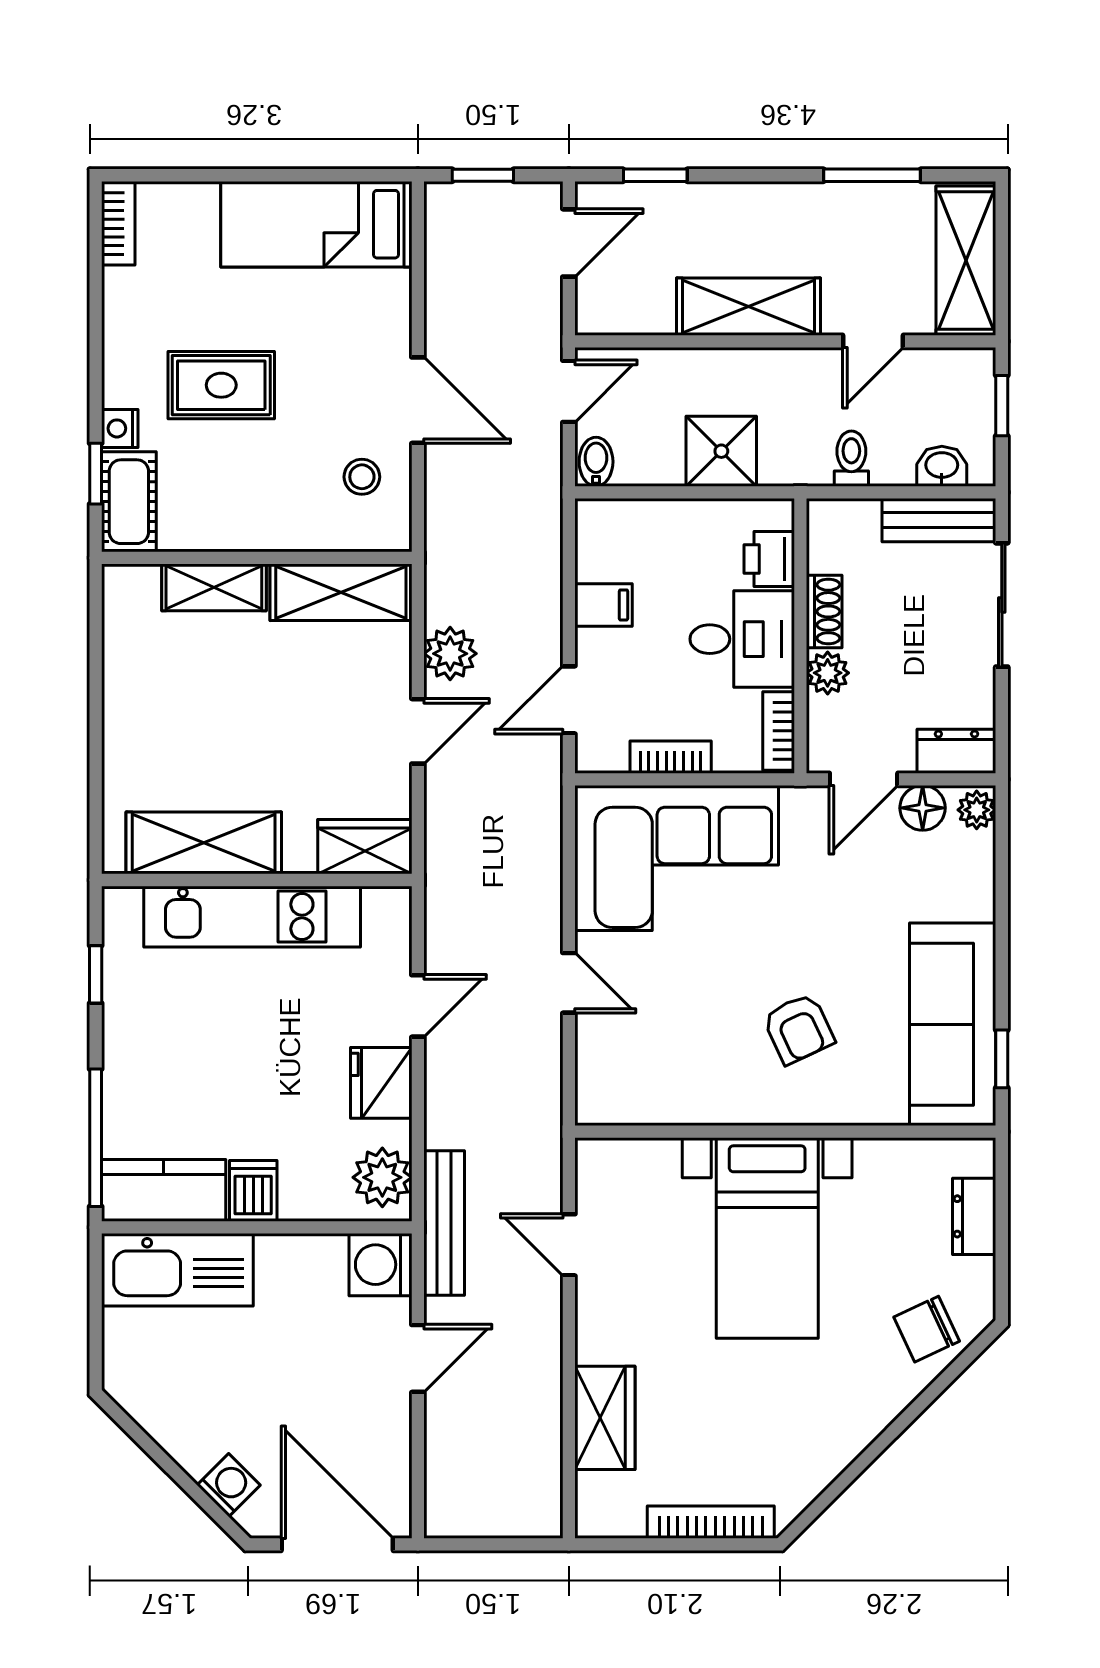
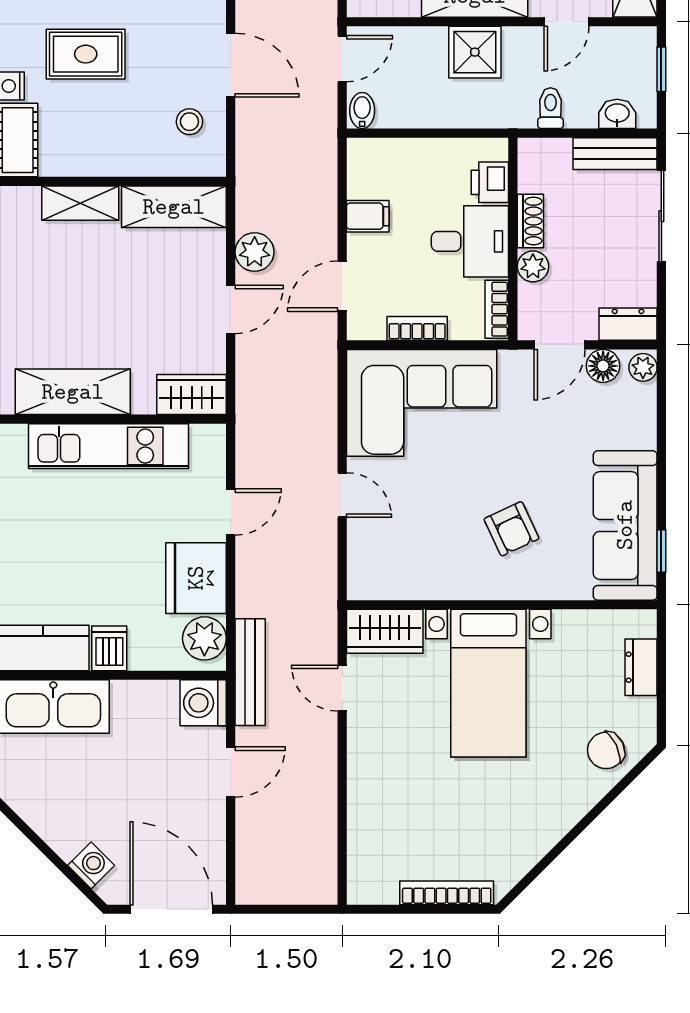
shower: (721, 451) -> (475, 52), moved
fridge: (381, 1083) -> (196, 578), width x1.36, depth x1.34
wardrobe: (605, 1418) -> (385, 631), moved, turned 90

